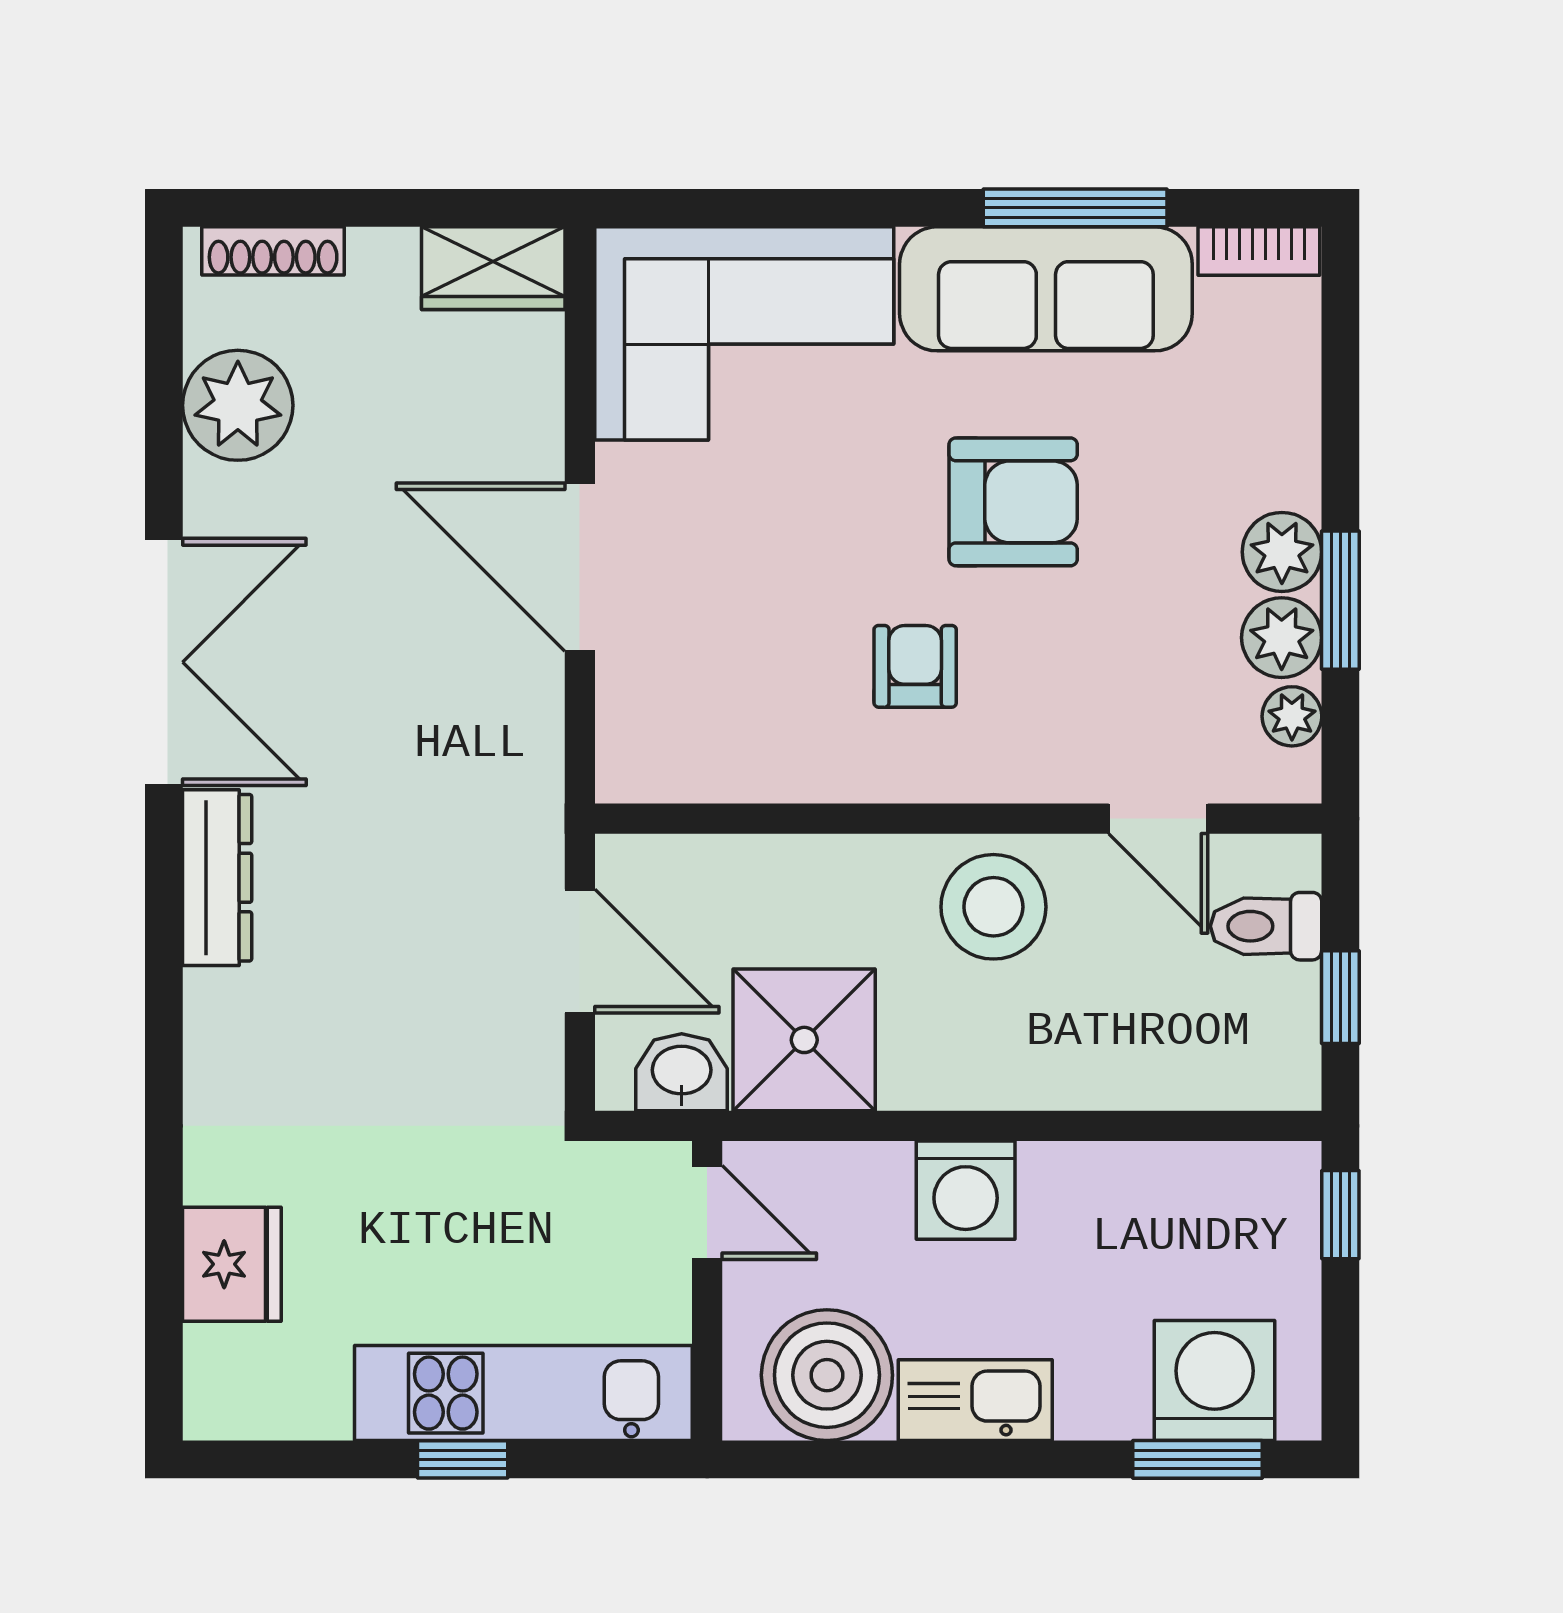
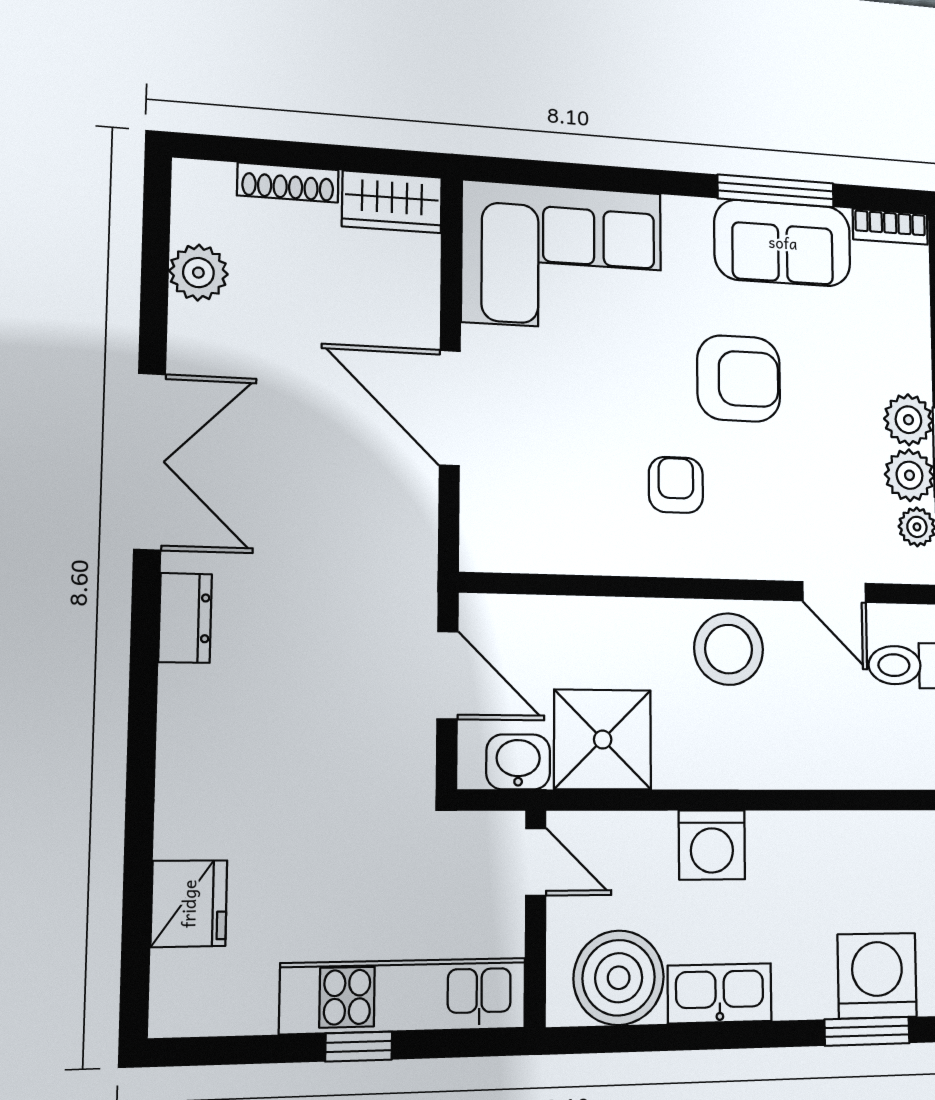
shoe rack: (273, 251) -> (288, 183), moved
sofa: (1046, 289) -> (783, 243), width x0.73
plant: (238, 405) -> (198, 273), width x0.73, depth x0.73
dresser: (217, 878) -> (185, 618), width x0.70

